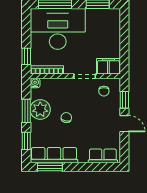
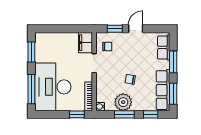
window: (86, 167) -> (173, 62), added

